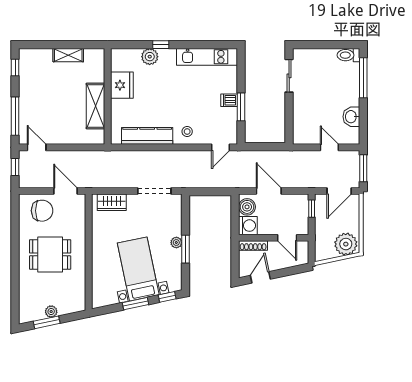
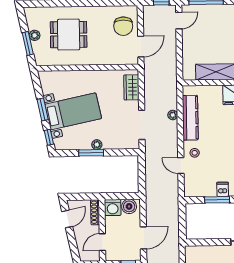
door: (221, 147) -> (181, 166), moved
plant: (144, 156) -> (173, 115), added
door: (269, 191) -> (143, 238), moved
dining table: (50, 254) -> (69, 35), moved, turned 90
door: (260, 277) -> (67, 219), hinge flipped
window: (47, 322) -> (28, 43), moved

